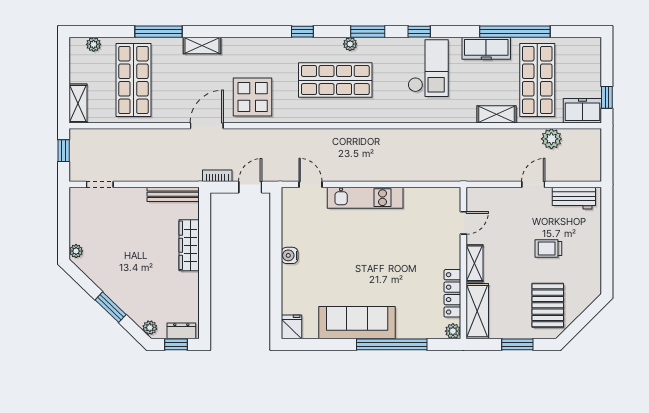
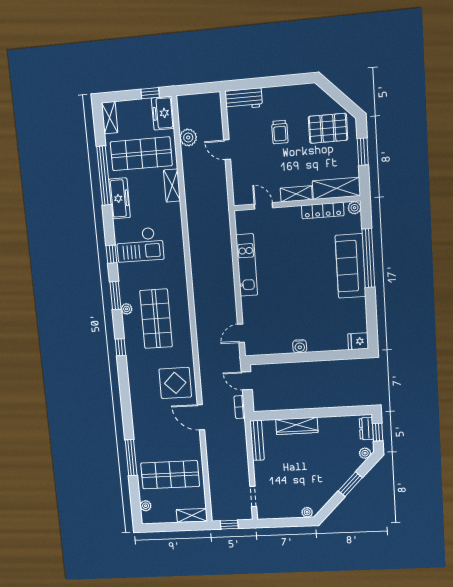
shelving: (202, 45) -> (110, 118), moved
checkout: (428, 68) -> (140, 245), turned 180
kitchen unit: (365, 198) -> (247, 265), moved
workbench: (574, 198) -> (244, 99), moved, turned 90
sofa: (357, 323) -> (351, 266), moved

